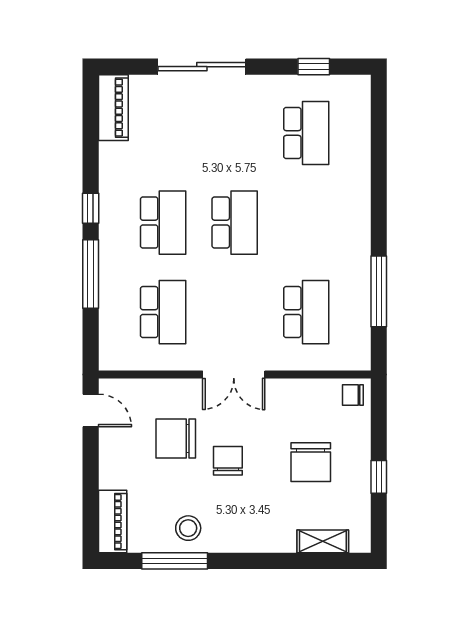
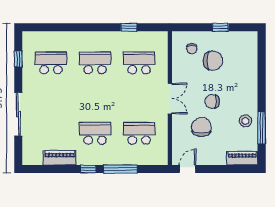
piano: (113, 108) -> (60, 158), moved
school desk: (235, 223) -> (95, 63), moved
window: (379, 291) -> (129, 27), width x0.46
chair: (353, 395) -> (192, 49), moved
chair: (176, 438) -> (201, 127), turned 180
shelving: (323, 541) -> (252, 55), removed

